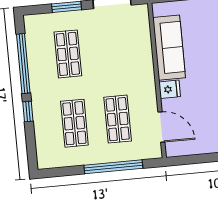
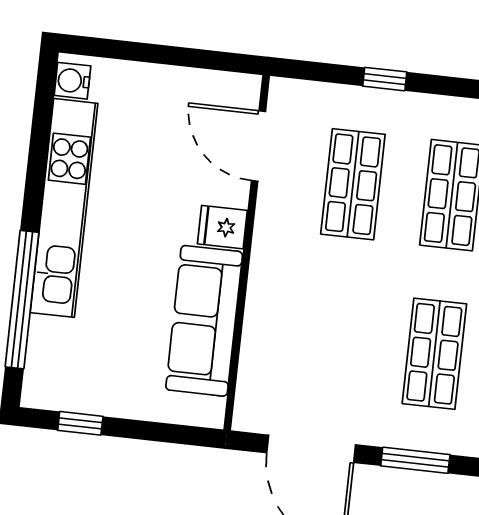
window: (113, 167) -> (385, 79), width x0.32

